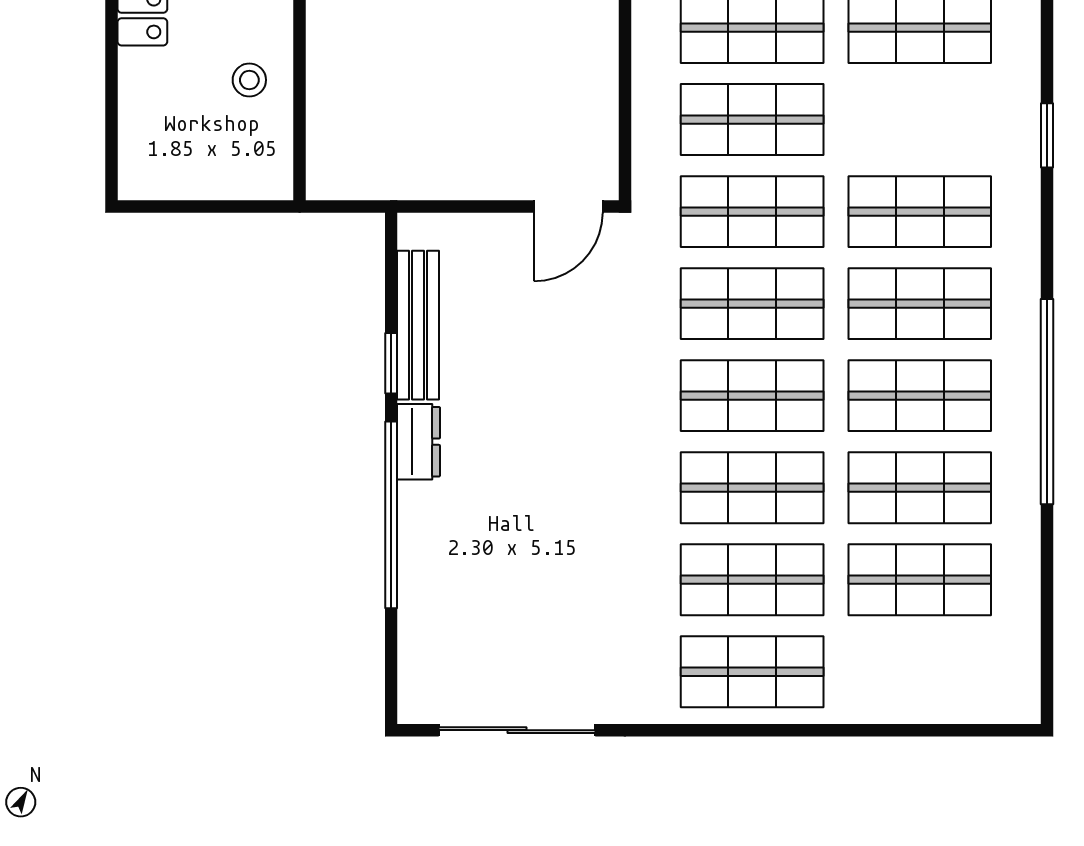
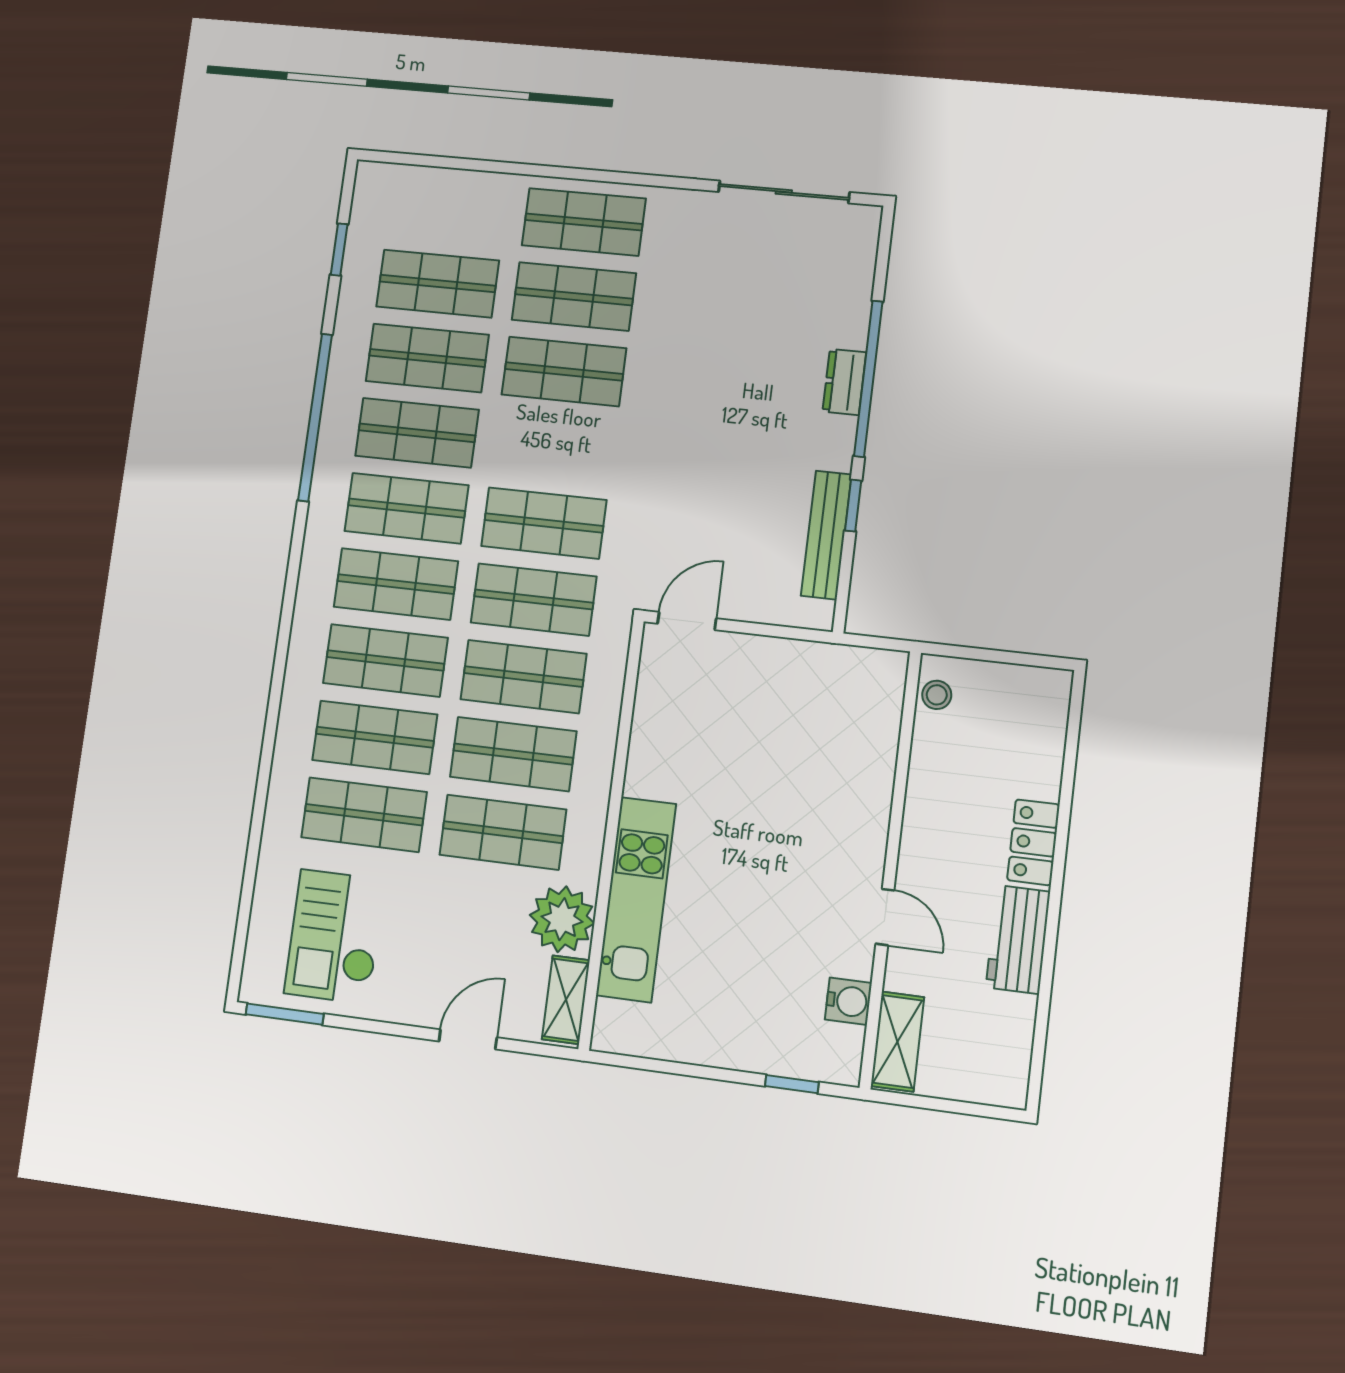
stool: (249, 80) -> (937, 695), moved
window: (1047, 135) -> (339, 250), moved
shop shelf: (752, 396) -> (385, 660), moved
dresser: (419, 442) -> (844, 382), moved

